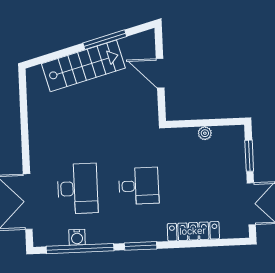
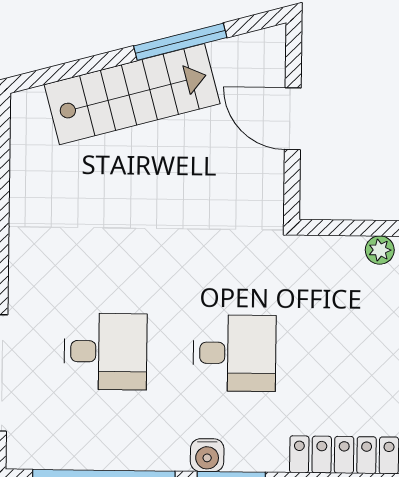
desk: (78, 189) -> (106, 351), width x0.73
water cooler: (77, 237) -> (207, 455), moved

